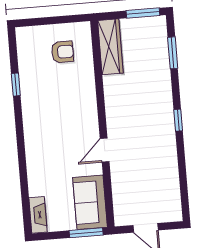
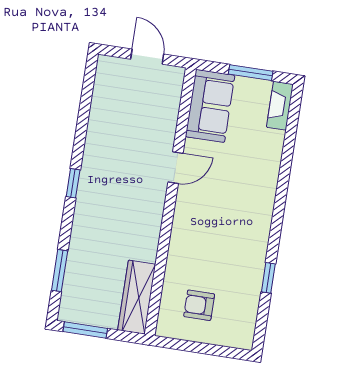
window: (86, 233) -> (251, 73), moved

